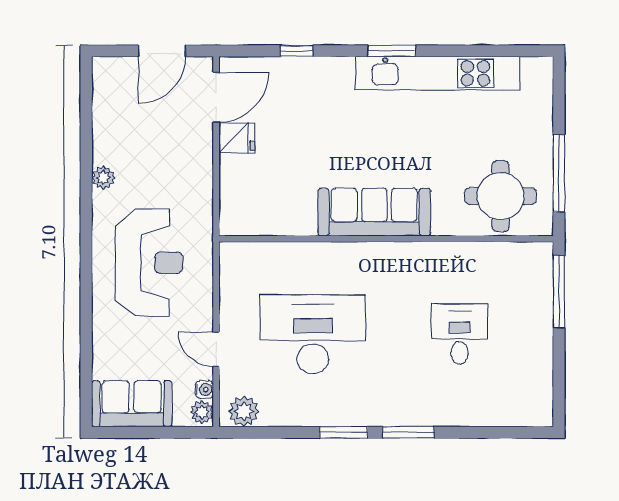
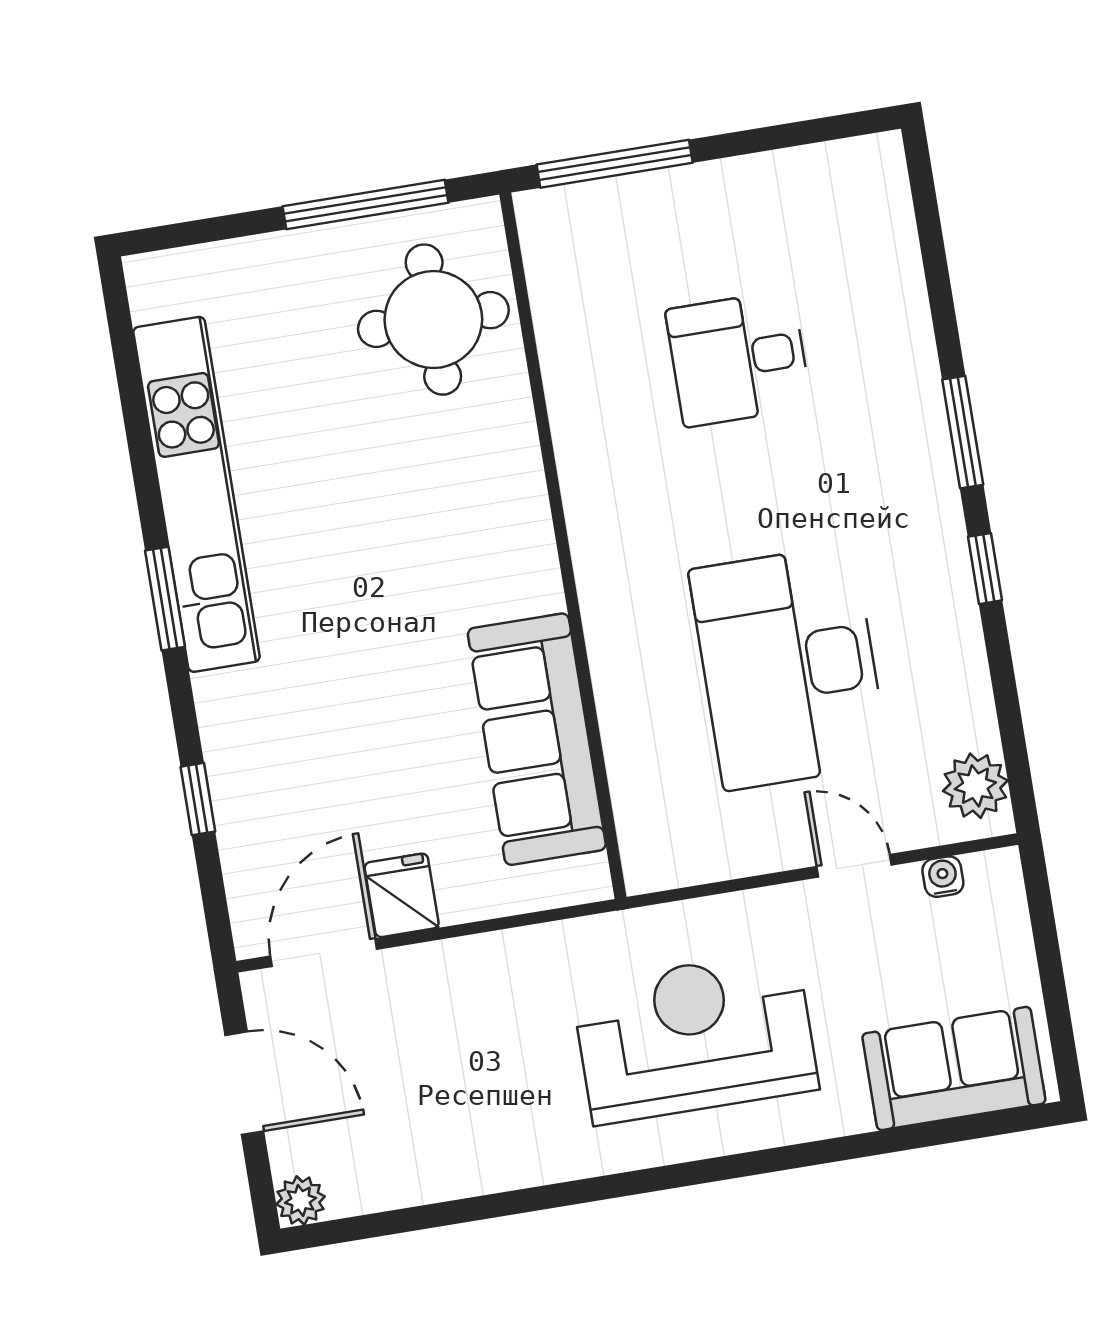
door: (216, 97) -> (324, 953), hinge flipped
plant: (103, 178) -> (301, 1200), moved
sofa: (374, 212) -> (537, 739), moved
door: (216, 349) -> (854, 866), swing flipped
sofa: (132, 404) -> (954, 1069), moved, turned 90
plant: (202, 412) -> (992, 874), removed
window: (344, 432) -> (985, 569), width x0.67

